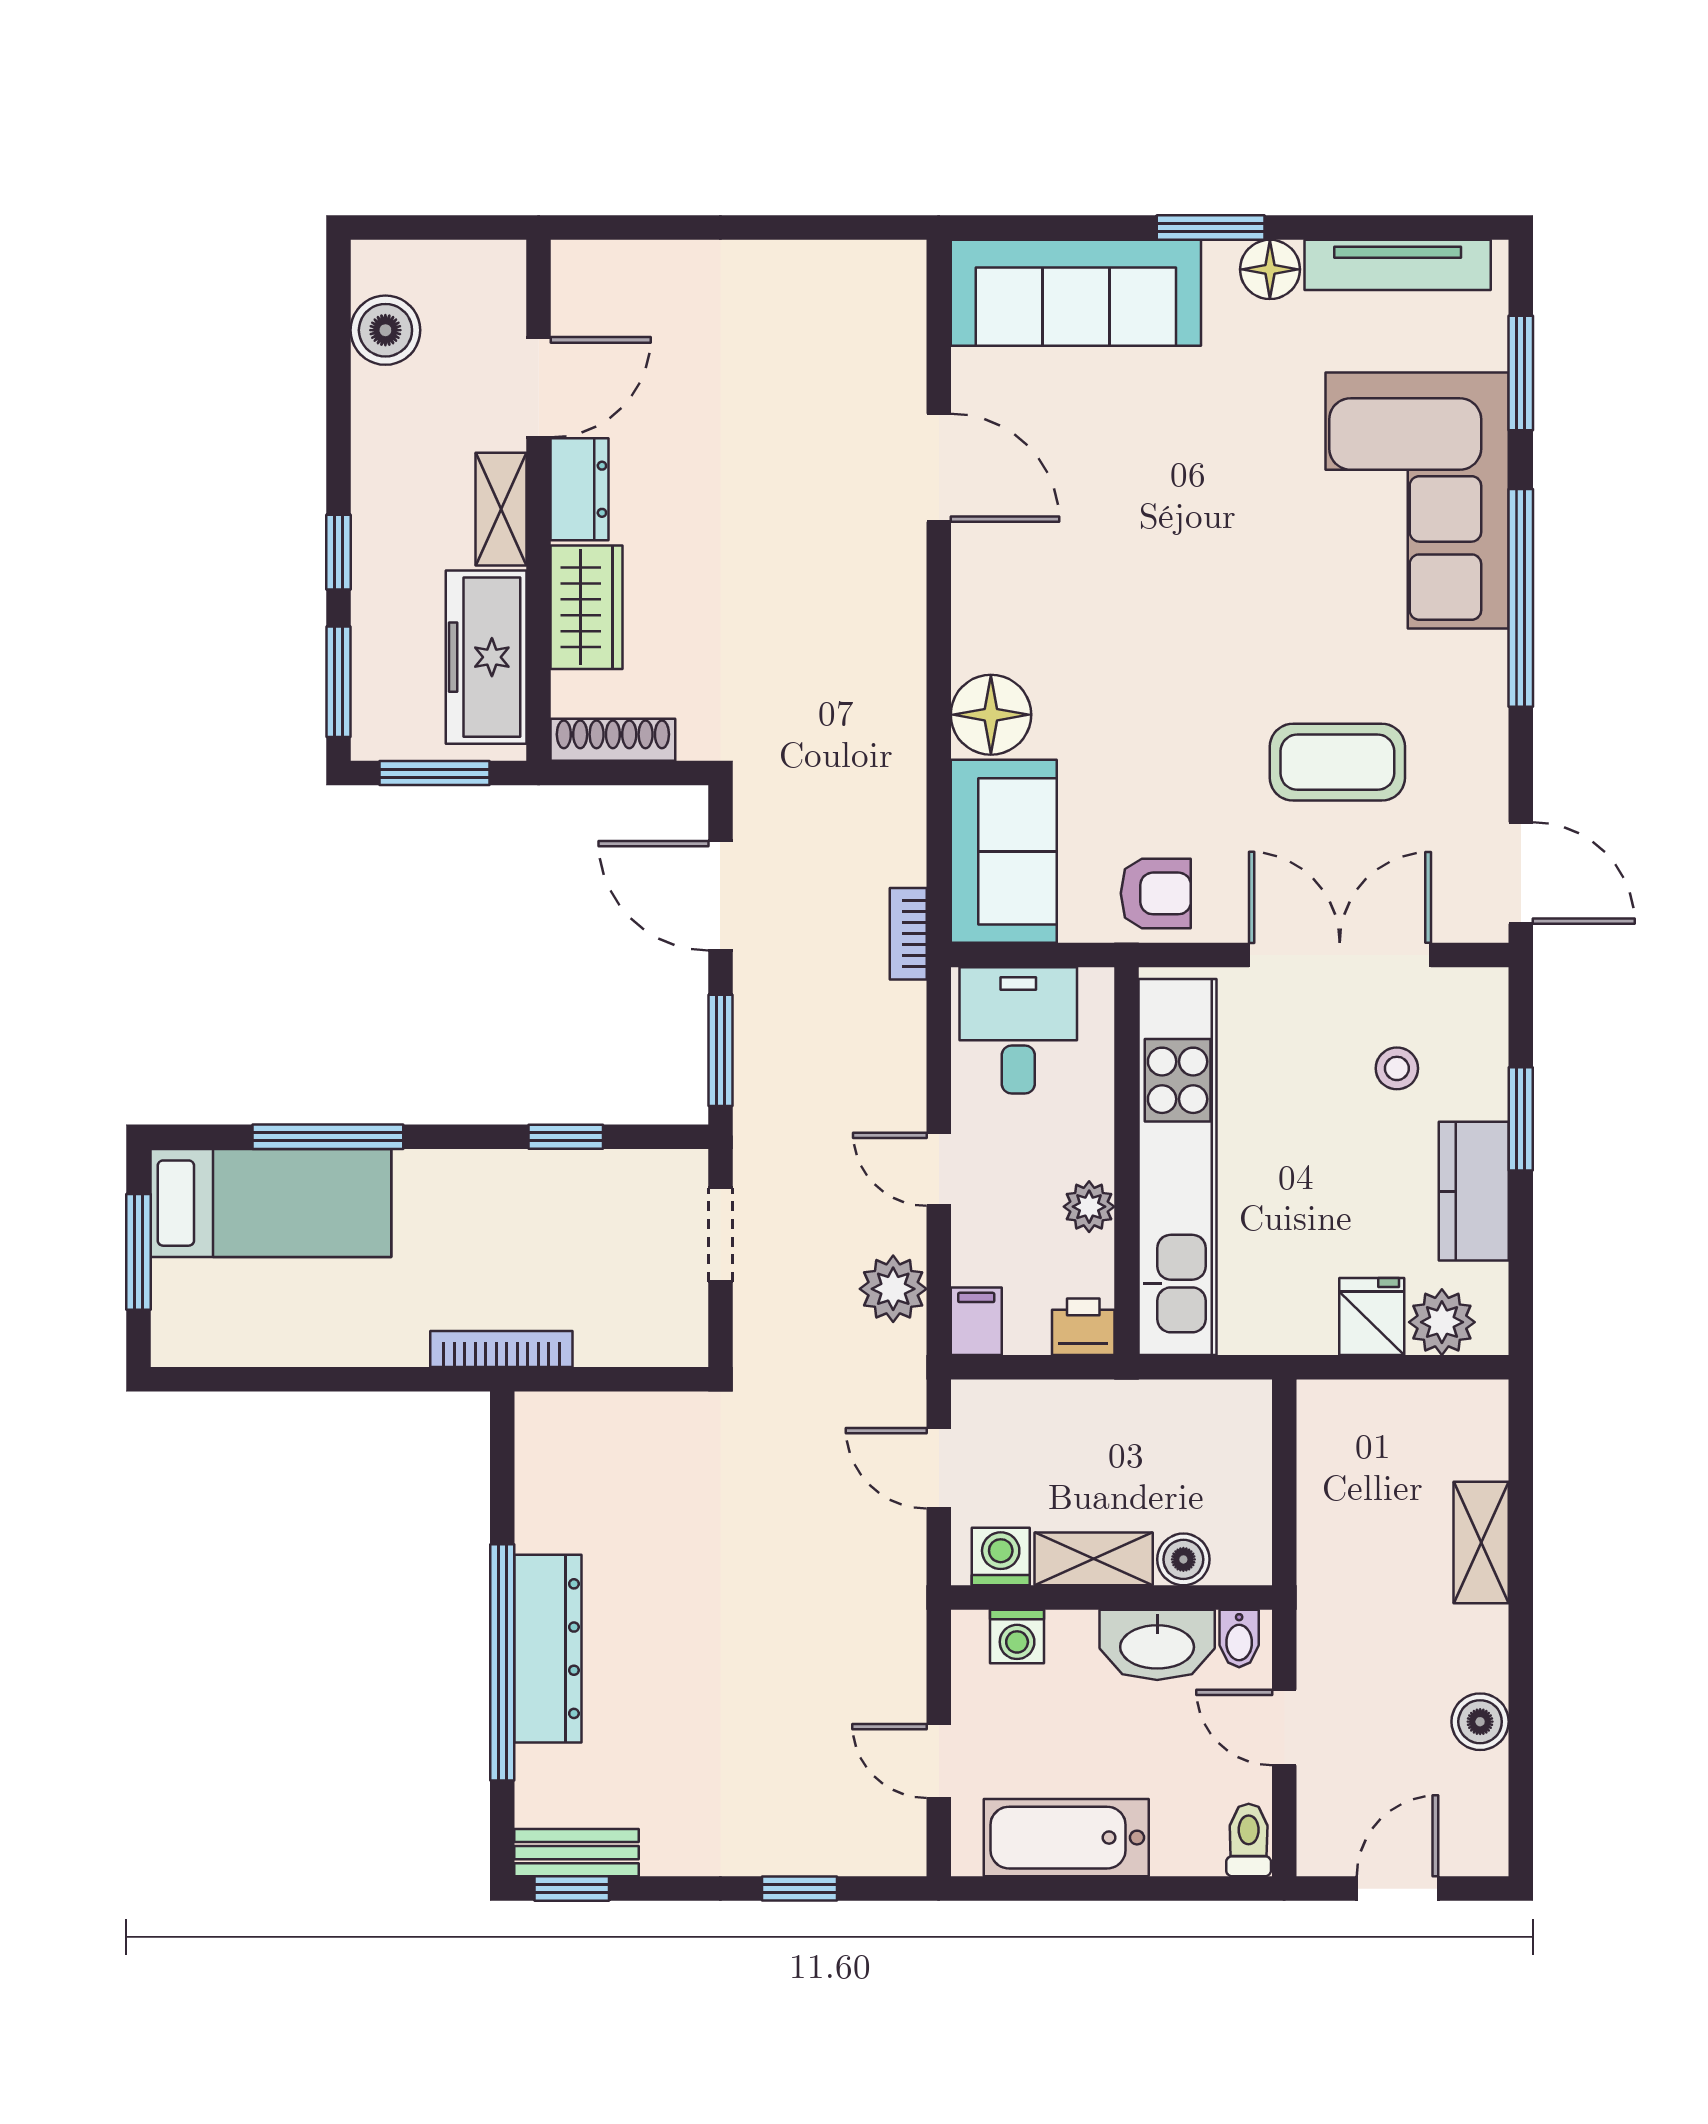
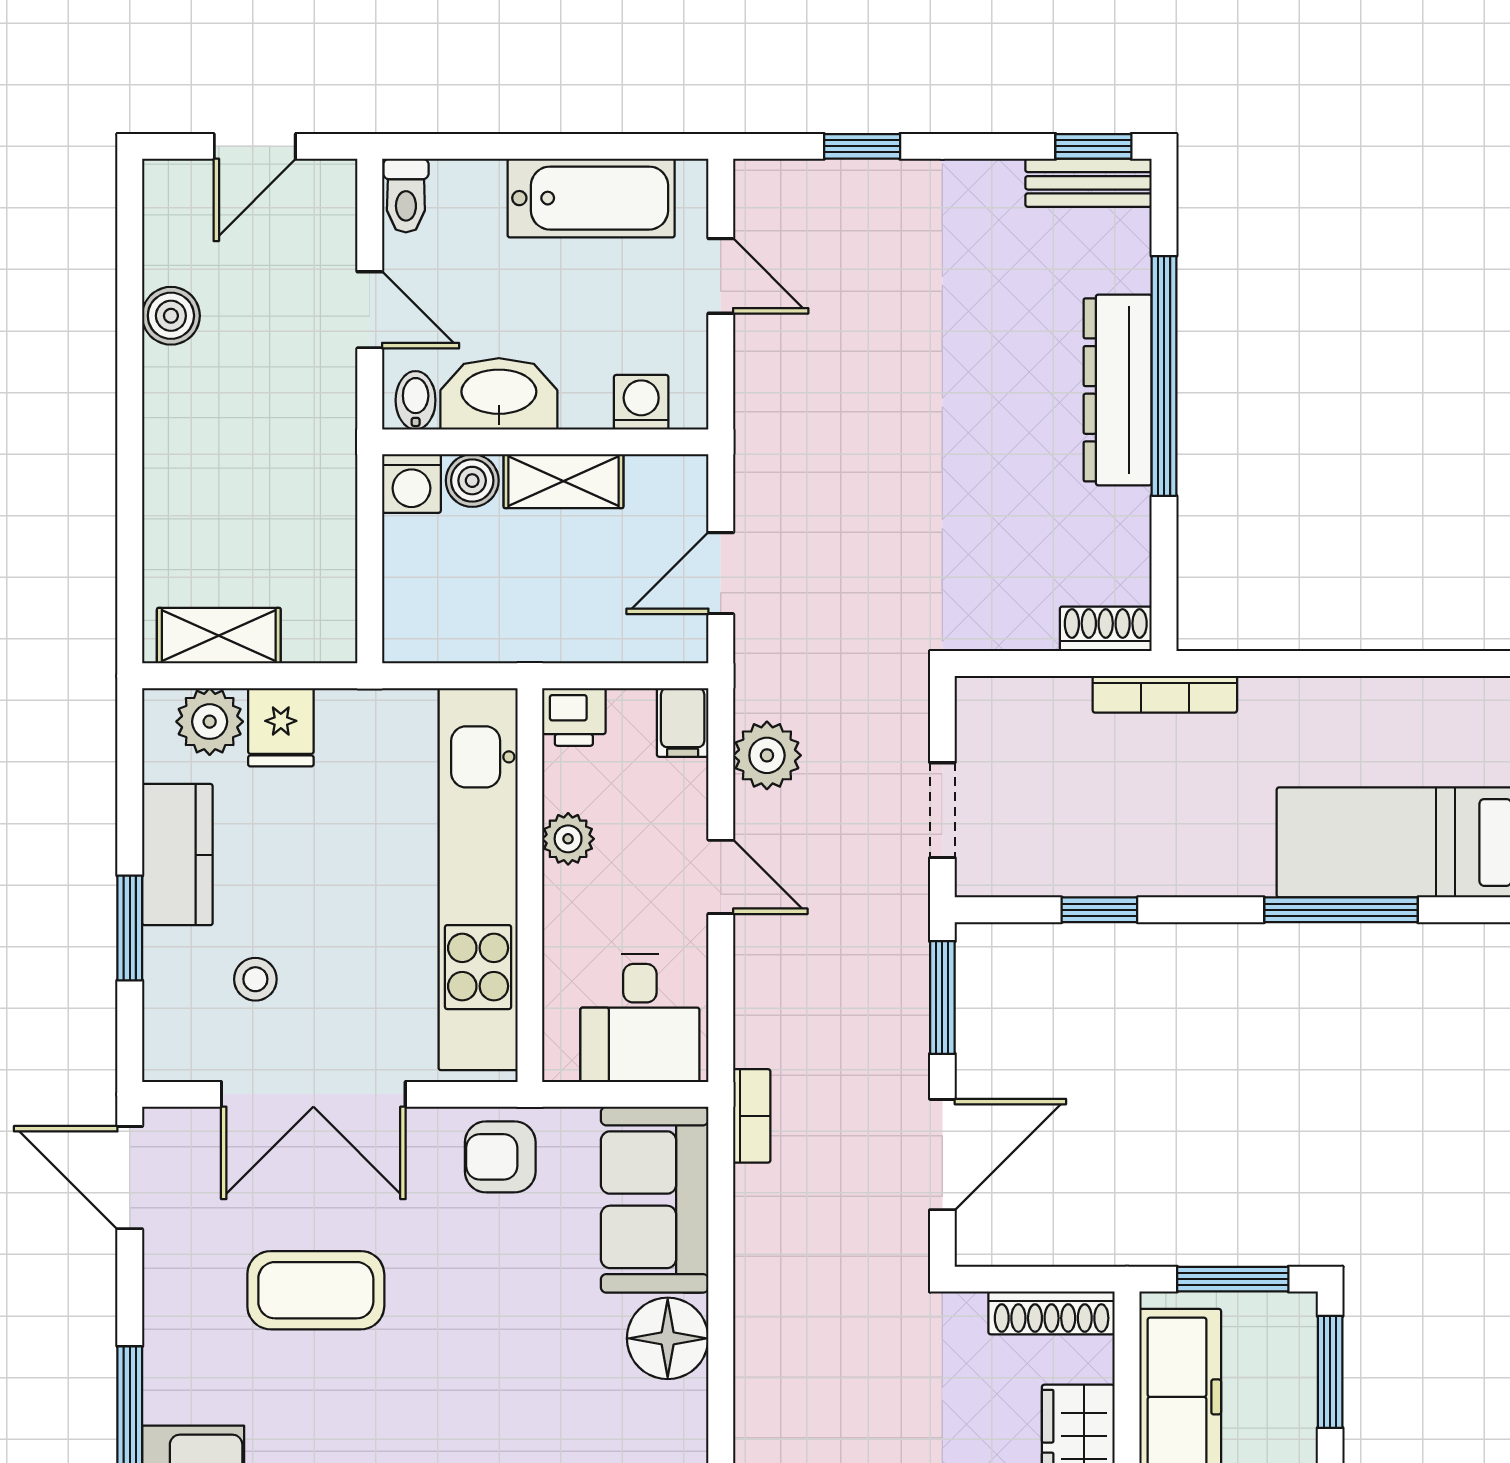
door: (720, 896) -> (942, 1155), hinge flipped
shoe rack: (560, 1413) -> (1106, 629), added
door: (939, 1468) -> (721, 573), swing flipped
shelving: (1481, 1543) -> (219, 636), moved, turned 90
washing machine: (1001, 1556) -> (411, 484), moved

